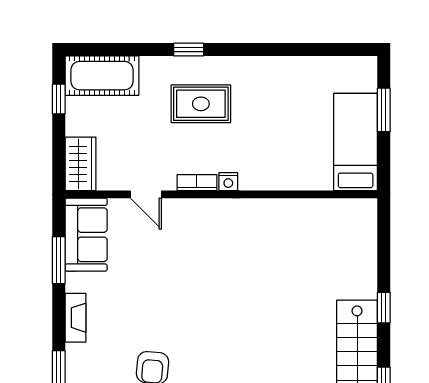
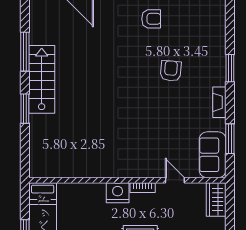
nightstand: (228, 182) -> (118, 193), width x1.89, depth x1.79
window: (384, 308) -> (25, 109), width x1.50

